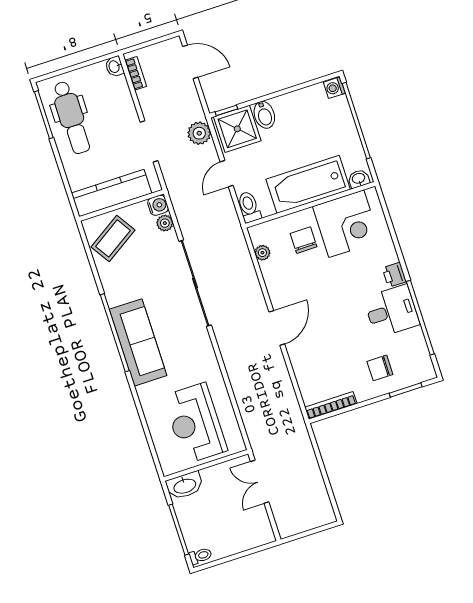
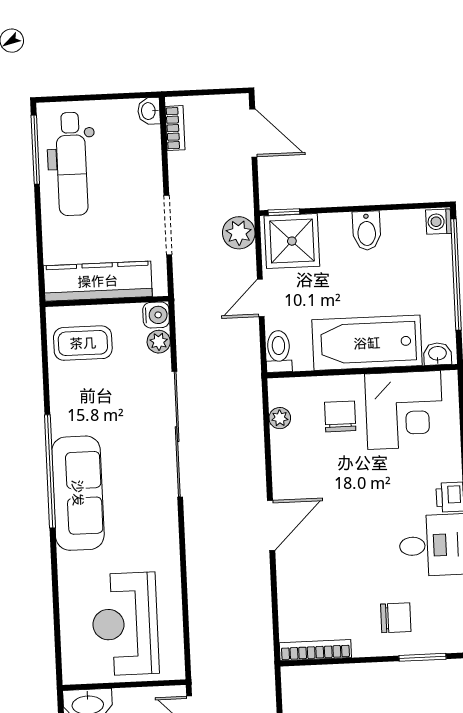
bidet: (264, 115) -> (367, 231), moved
coffee table: (113, 238) -> (83, 343), turned 33
chair: (380, 368) -> (396, 618), turned 180

